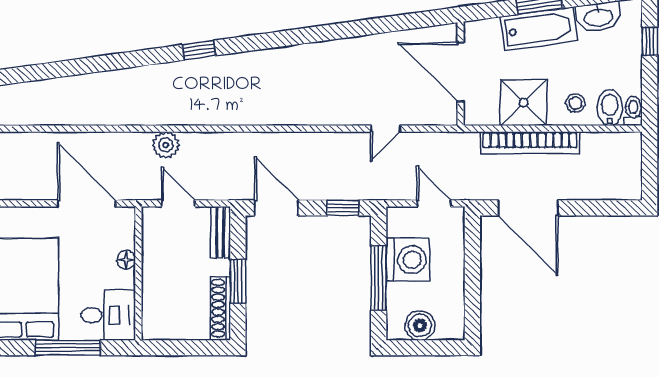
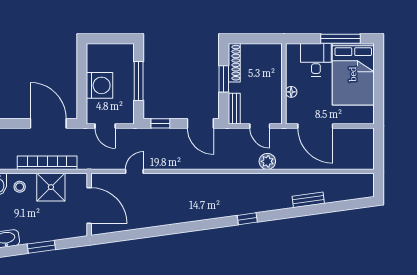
bathtub: (539, 29) -> (42, 232), removed
bench: (98, 81) -> (308, 200), added
washing machine: (408, 260) -> (99, 85), moved, turned 180
desk: (108, 315) -> (316, 60), moved, turned 90
boiler: (420, 325) -> (114, 52), removed
window: (68, 348) -> (341, 39), moved

